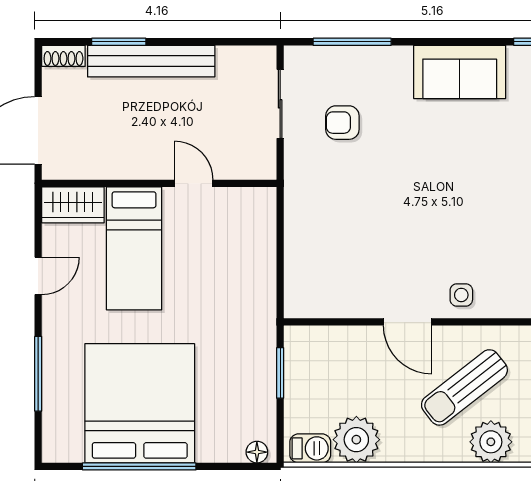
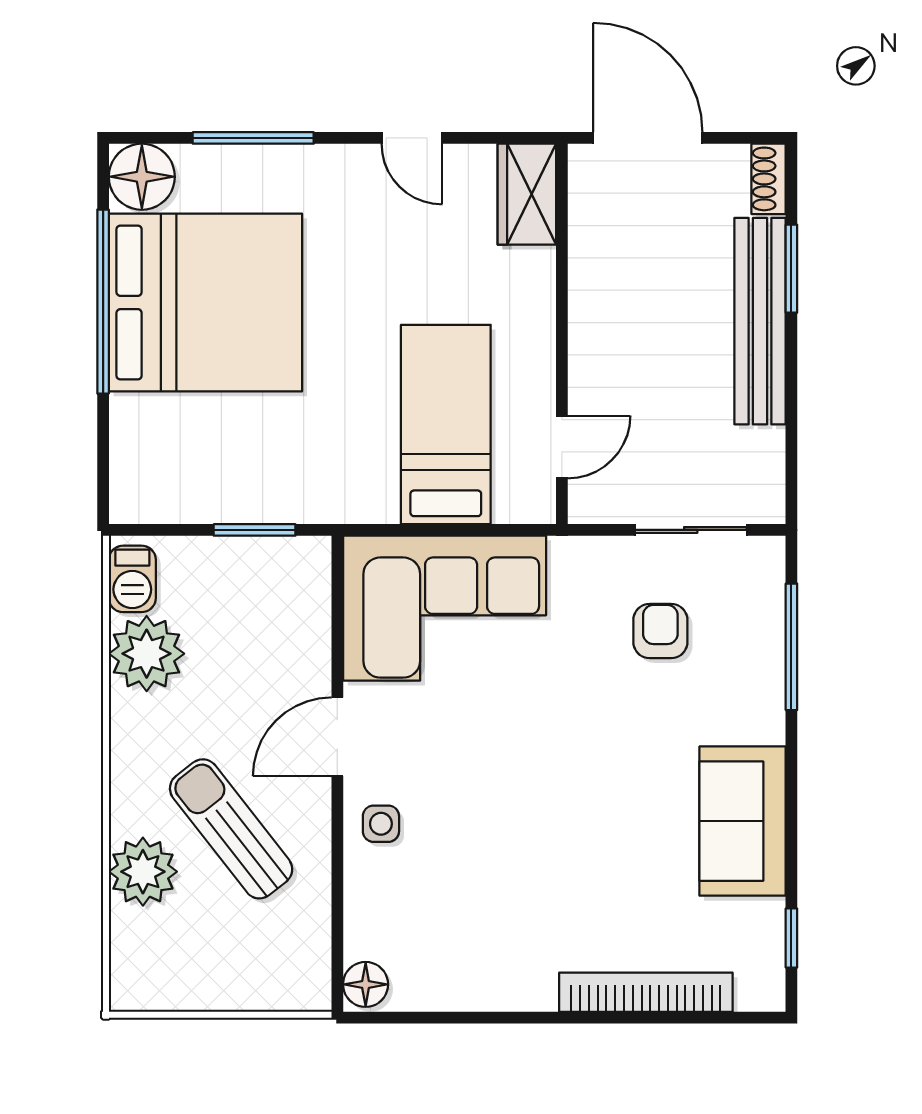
door: (194, 183) -> (562, 447), moved
bed: (134, 248) -> (446, 425), moved, turned 90
corner sofa: (328, 256) -> (445, 608), added
floor lamp: (257, 452) -> (142, 177), moved, width x1.89, depth x1.89

